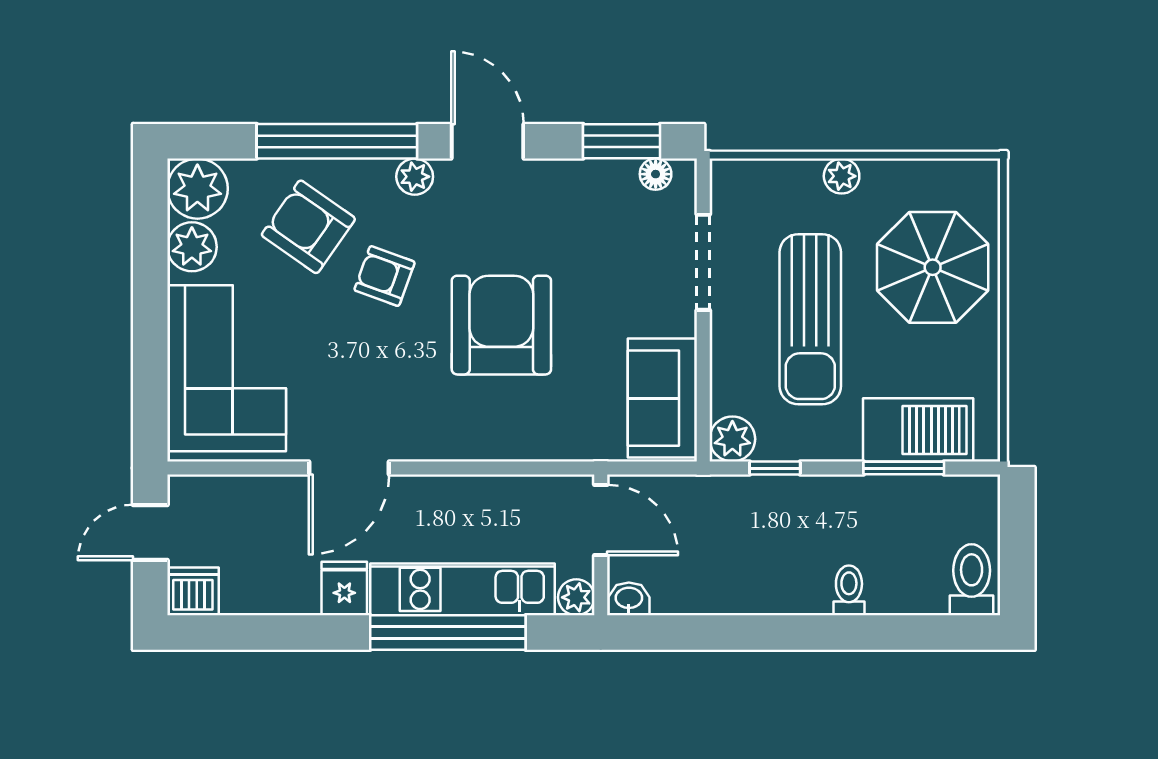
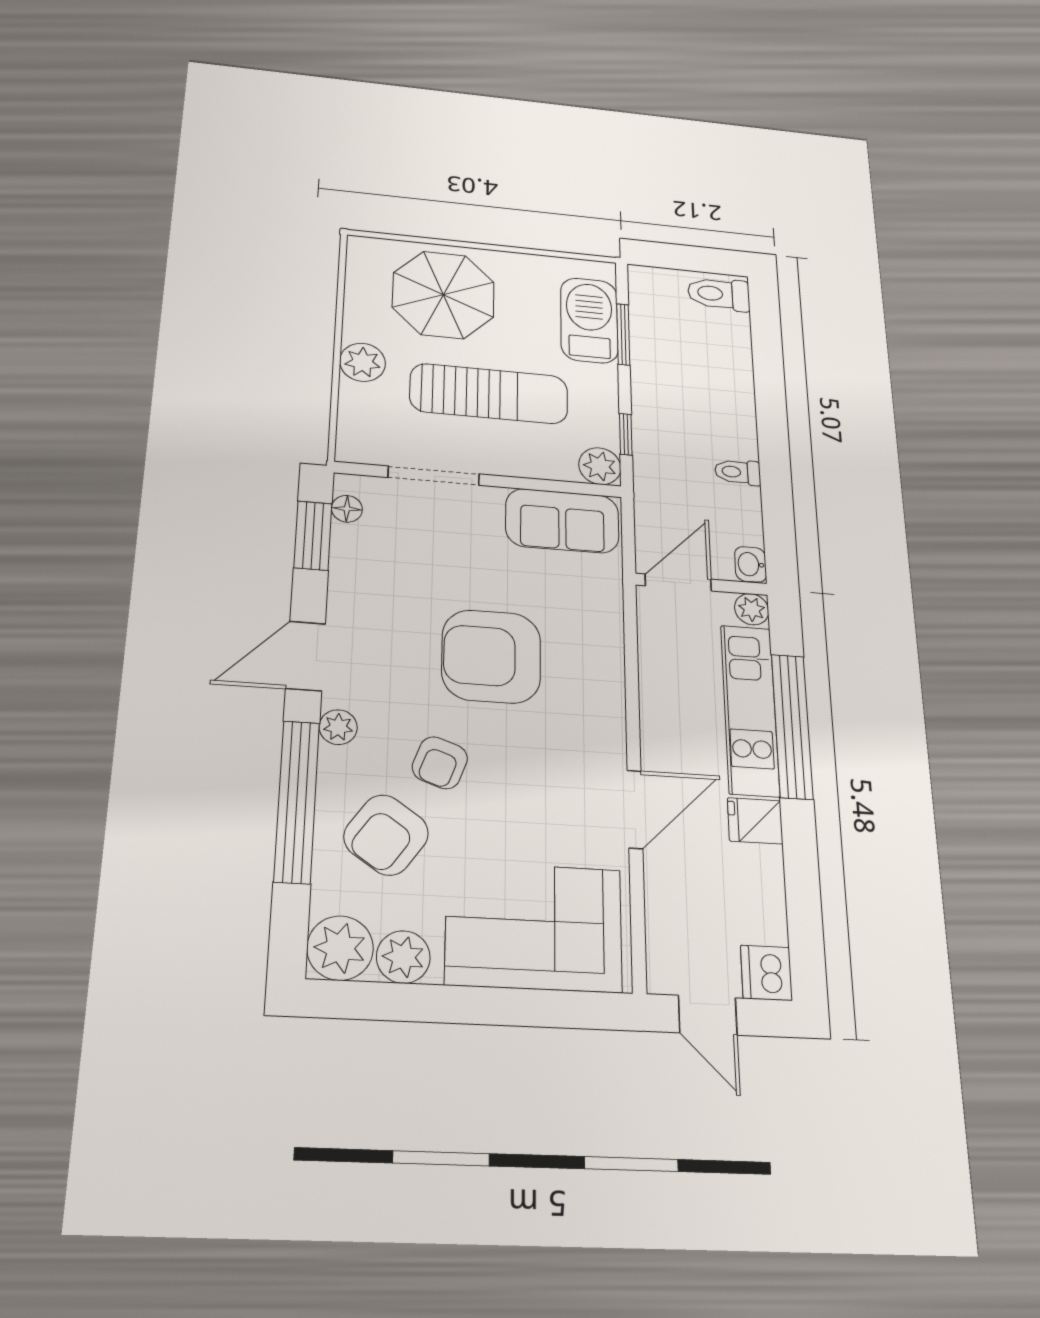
plant: (842, 176) -> (363, 362), width x1.38, depth x1.38
door: (349, 468) -> (635, 809), hinge flipped
toilet: (849, 590) -> (738, 472), moved

